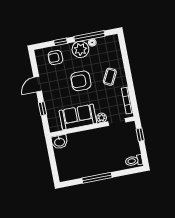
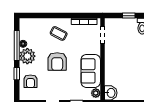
plant: (102, 118) -> (96, 93), moved
window: (140, 135) -> (129, 16), moved

